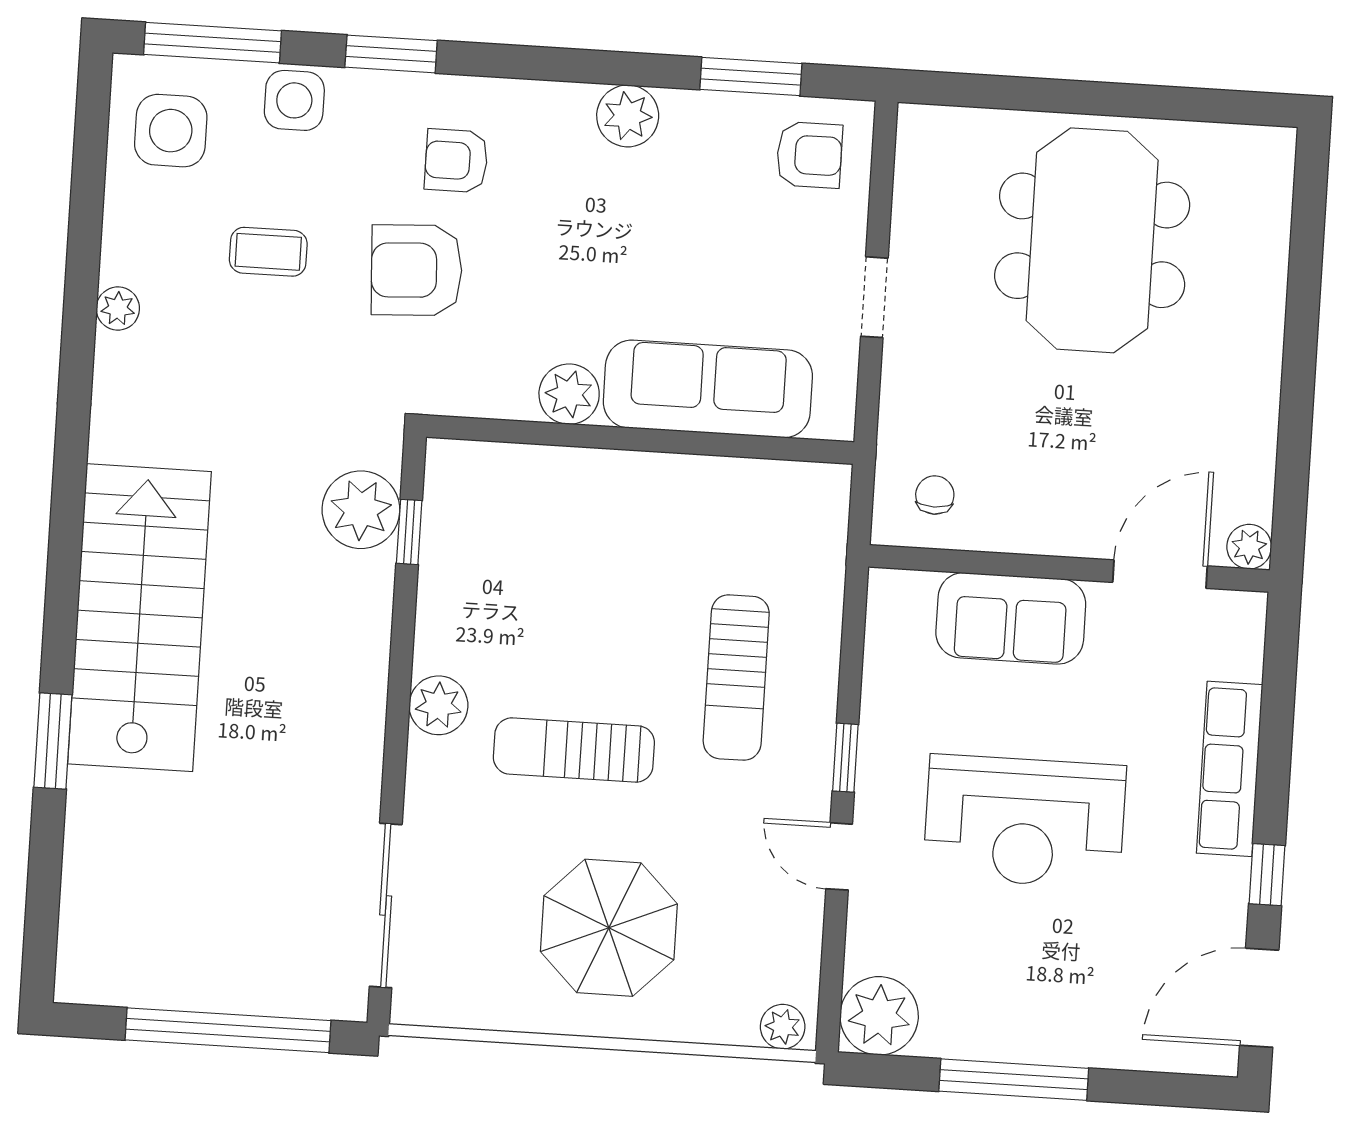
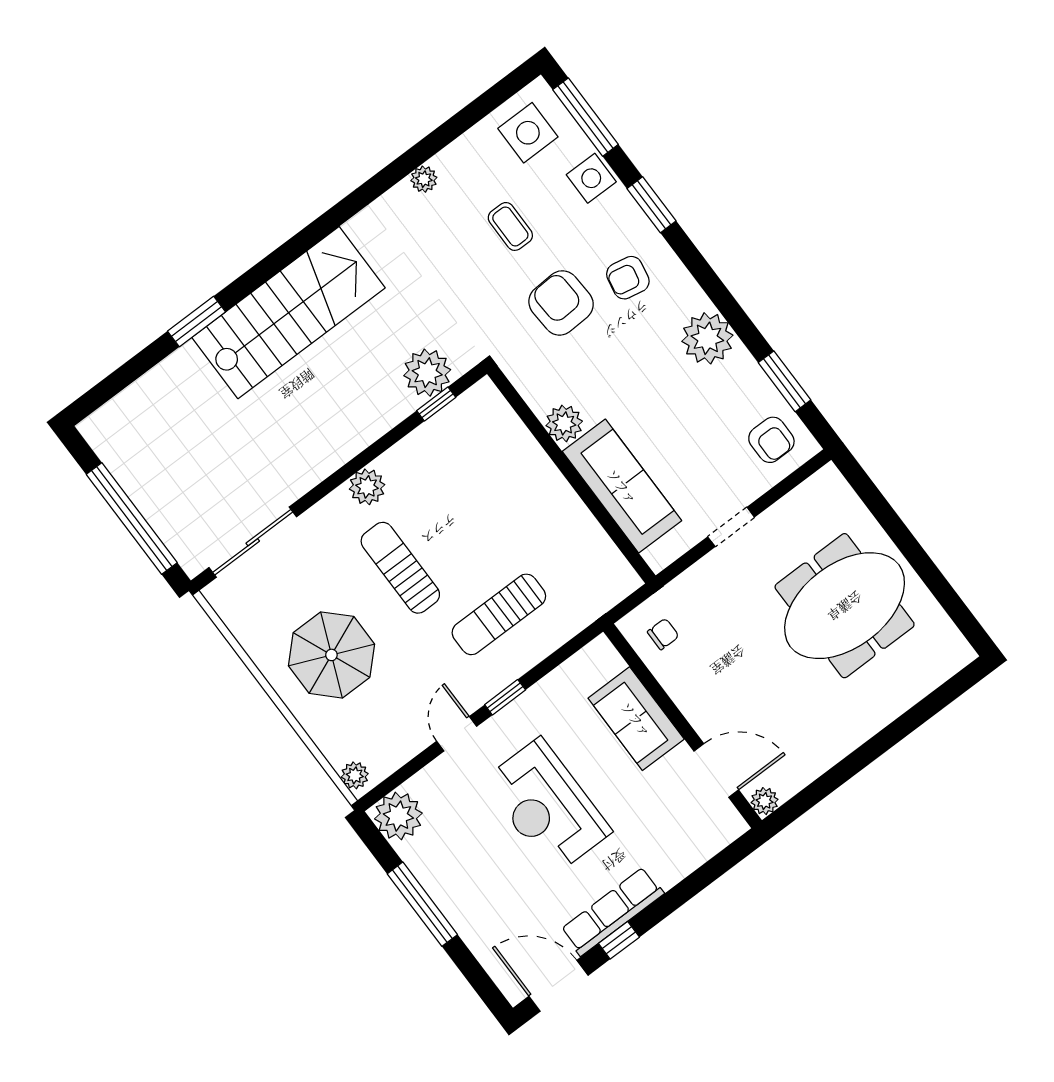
plant: (628, 116) -> (707, 338), width x1.36, depth x1.36
armchair: (456, 161) -> (628, 278), turned -79
row of seats: (1230, 769) -> (612, 912), moved

